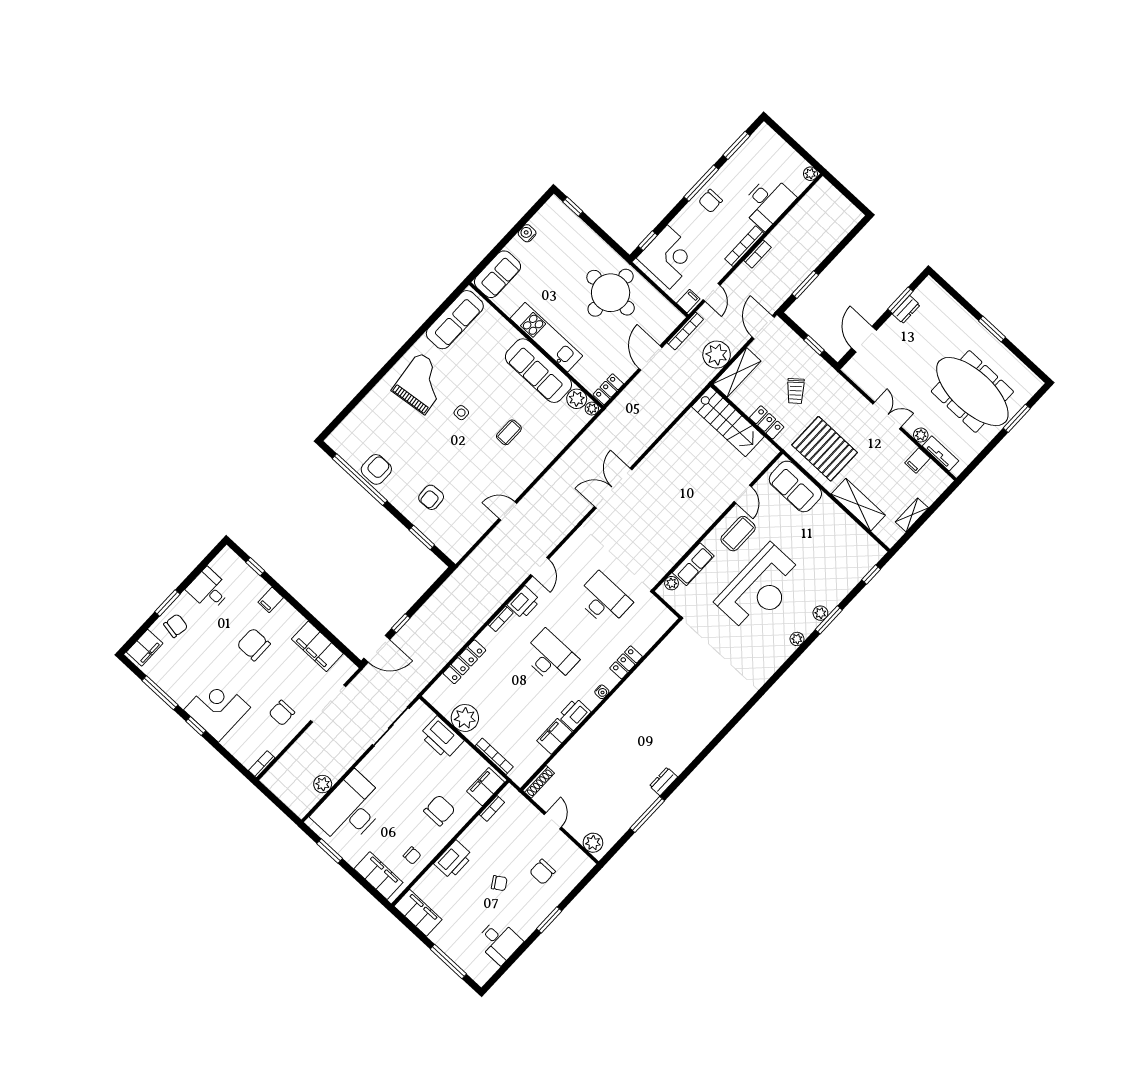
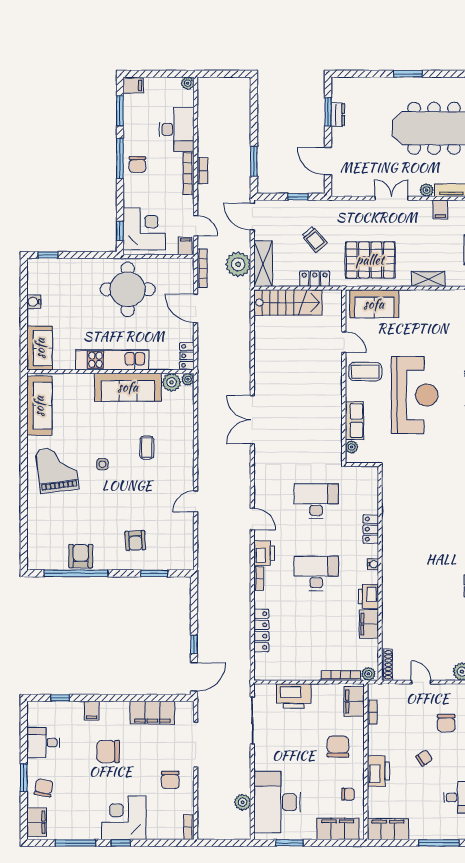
filing cabinet: (766, 135) -> (133, 85), added
shelving: (858, 505) -> (428, 279), width x0.67, depth x0.75
coffee table: (738, 534) -> (365, 372), turned 90
plant: (465, 718) -> (368, 674), moved, width x0.53, depth x0.53

